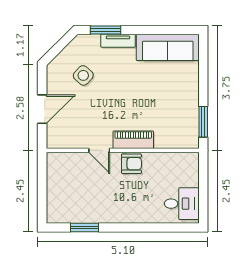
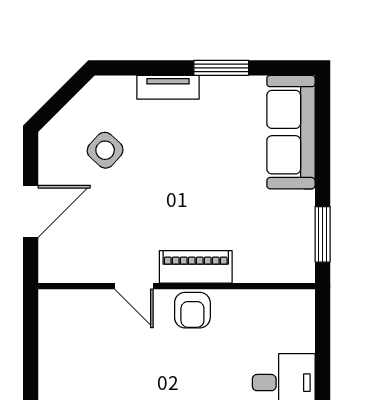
window: (105, 30) -> (221, 68), moved
sofa: (168, 47) -> (291, 132), moved, turned 90
armchair: (131, 164) -> (192, 310), turned 90

